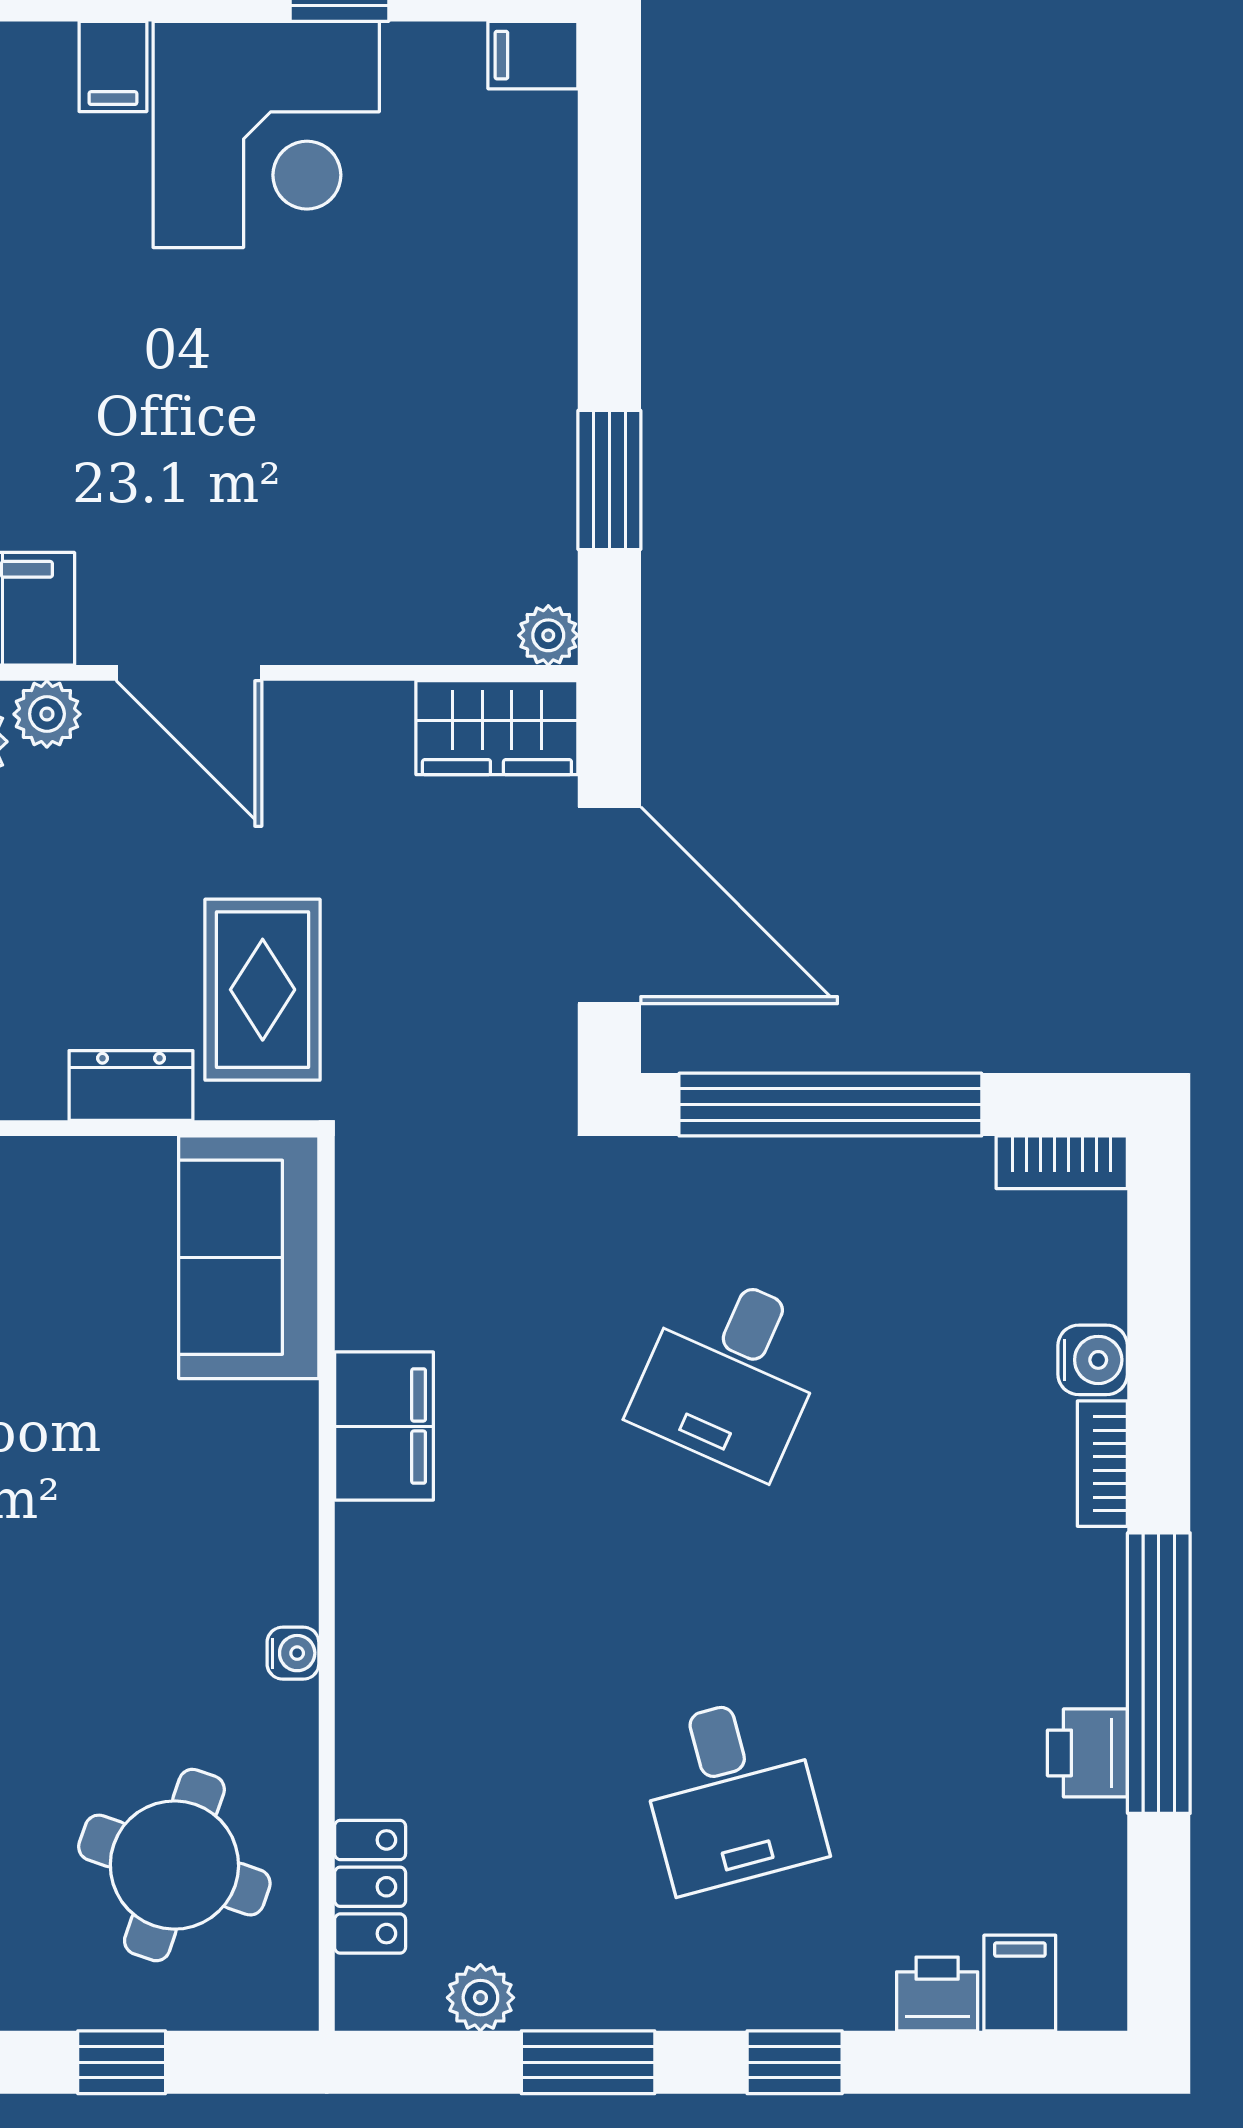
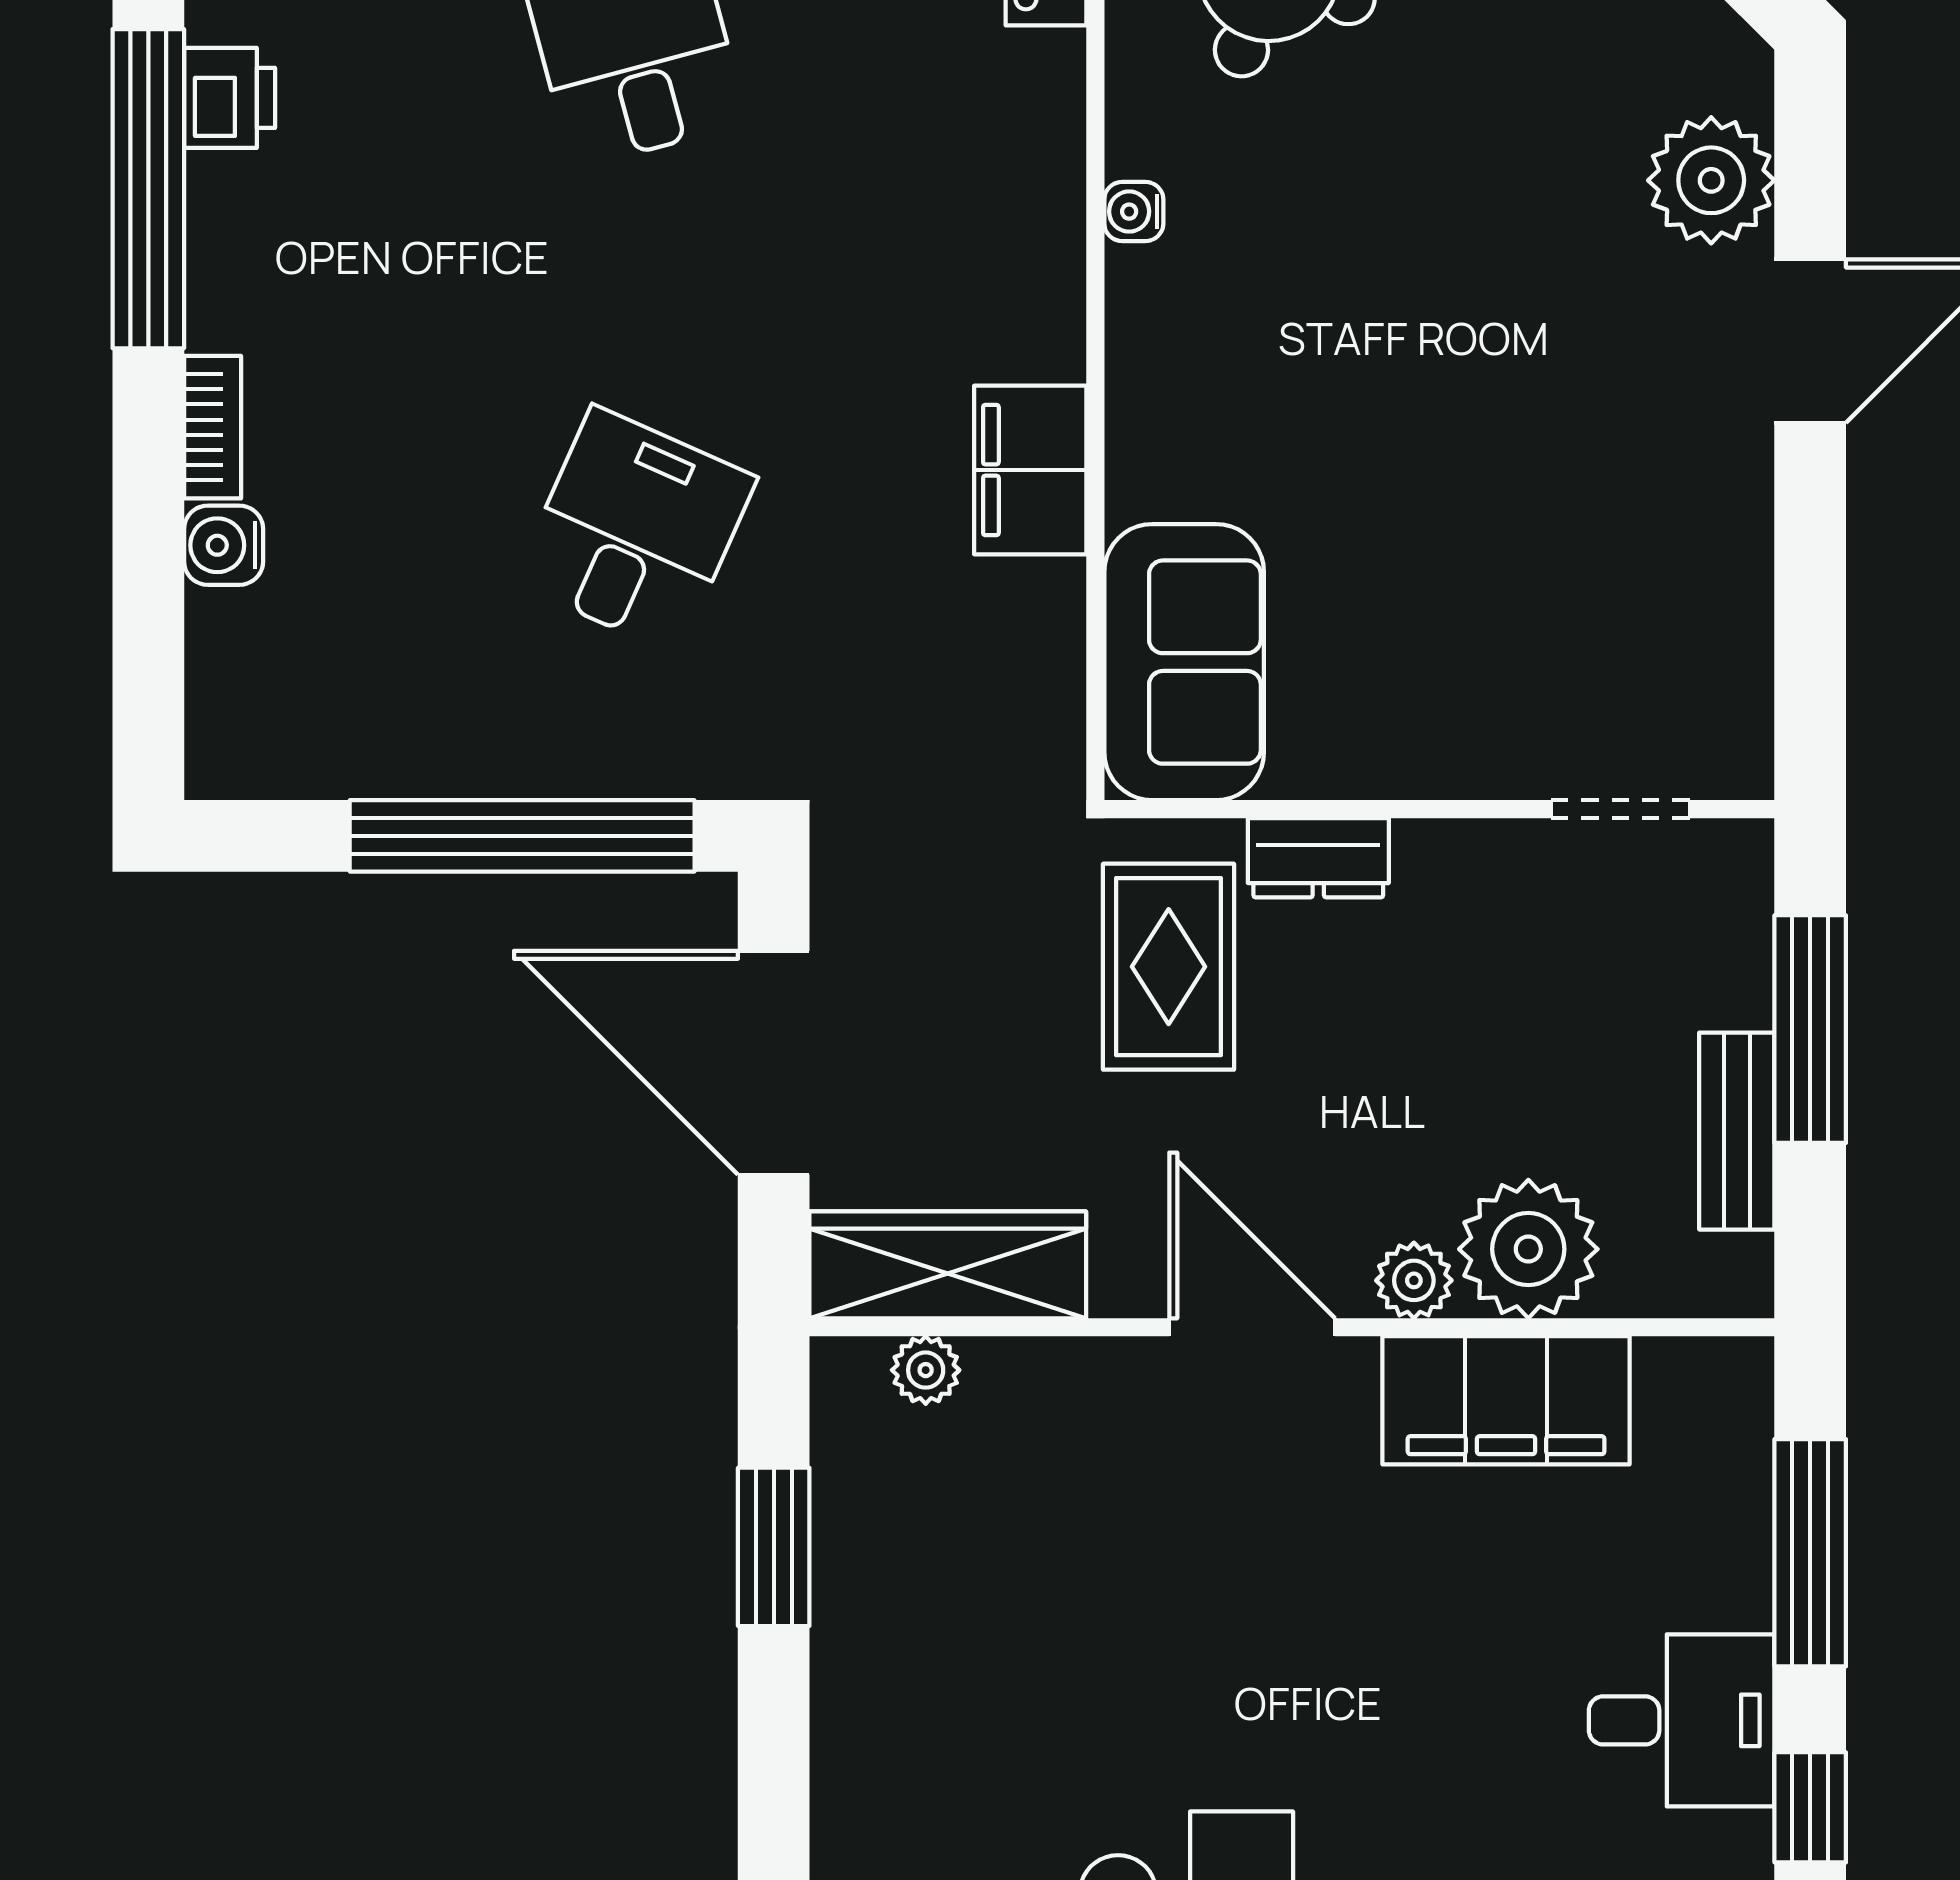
plant: (548, 635) -> (926, 1370), moved
wardrobe: (497, 728) -> (948, 1265), width x1.50
bookcase: (1062, 1162) -> (259, 770), removed

